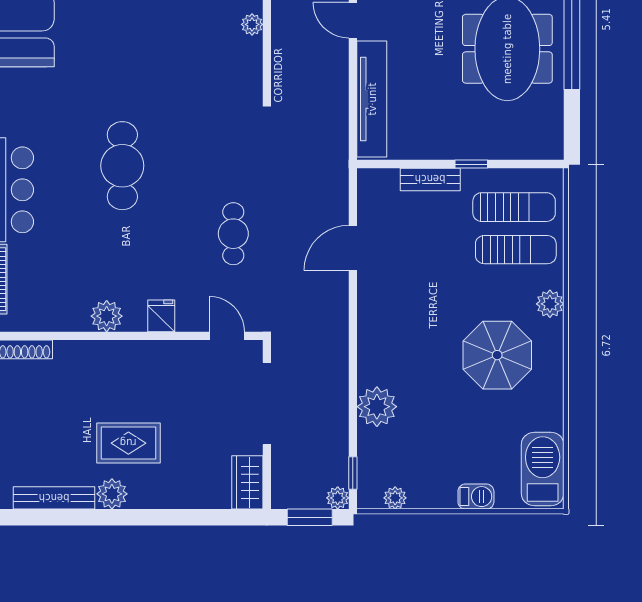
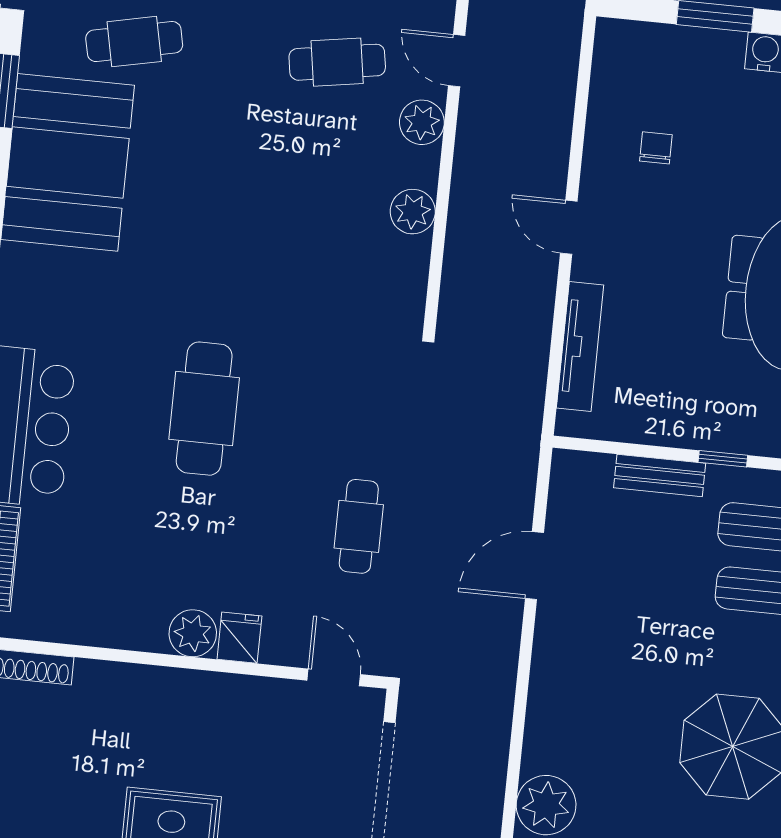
plant: (252, 24) -> (413, 212), width x1.38, depth x1.38
tv unit: (372, 99) -> (580, 347), width x0.73, depth x0.78
plant: (107, 316) -> (193, 633), moved

